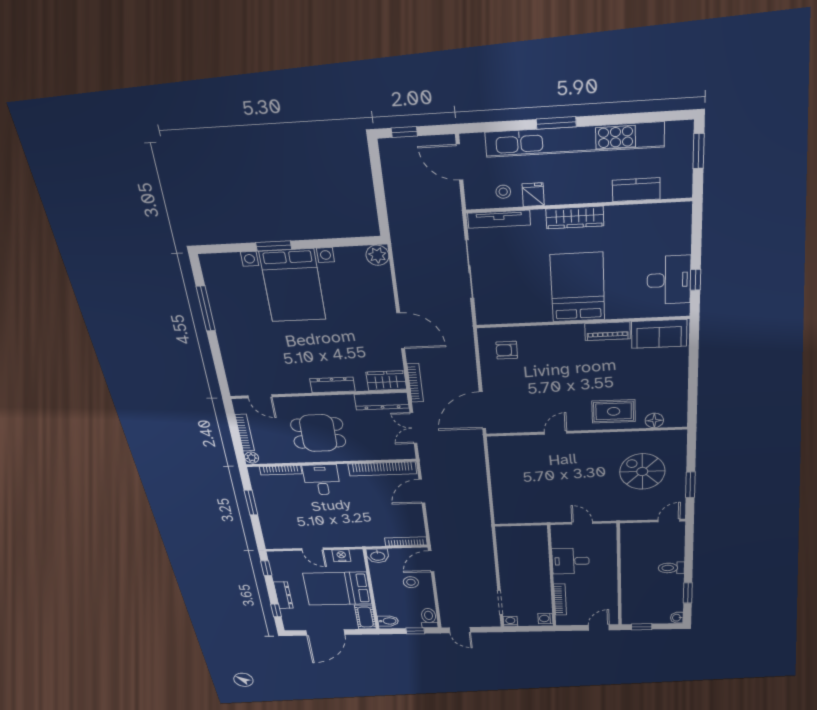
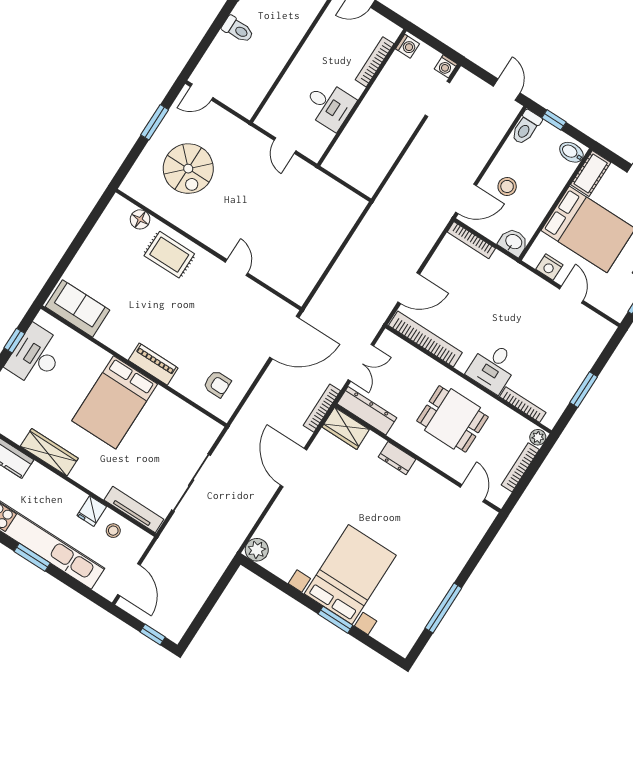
wardrobe: (575, 218) -> (49, 452), moved
piano: (608, 331) -> (153, 364), moved
dresser: (332, 385) -> (397, 458), width x0.70
door: (556, 433) -> (237, 268), swing flipped

